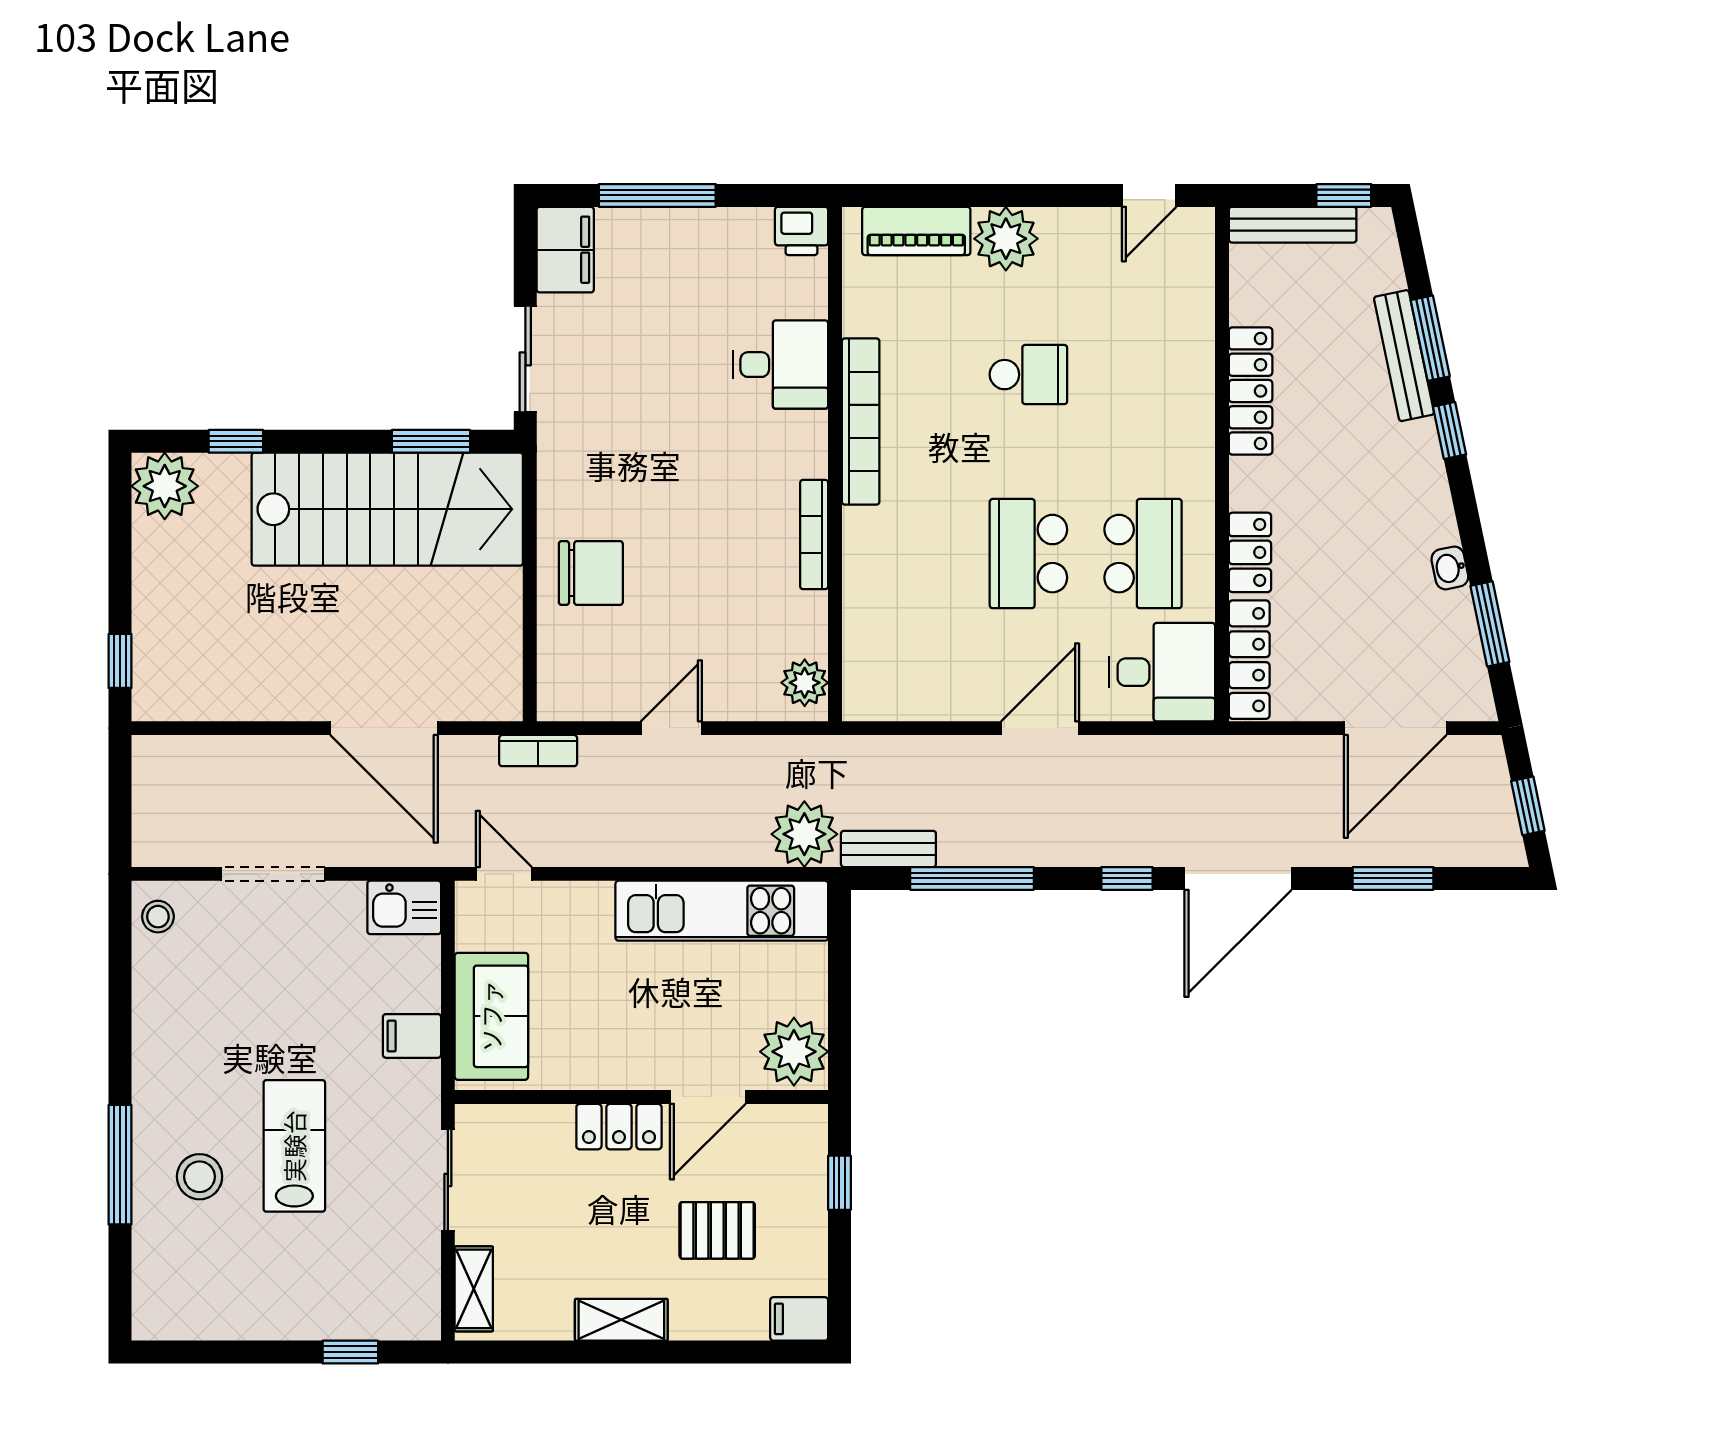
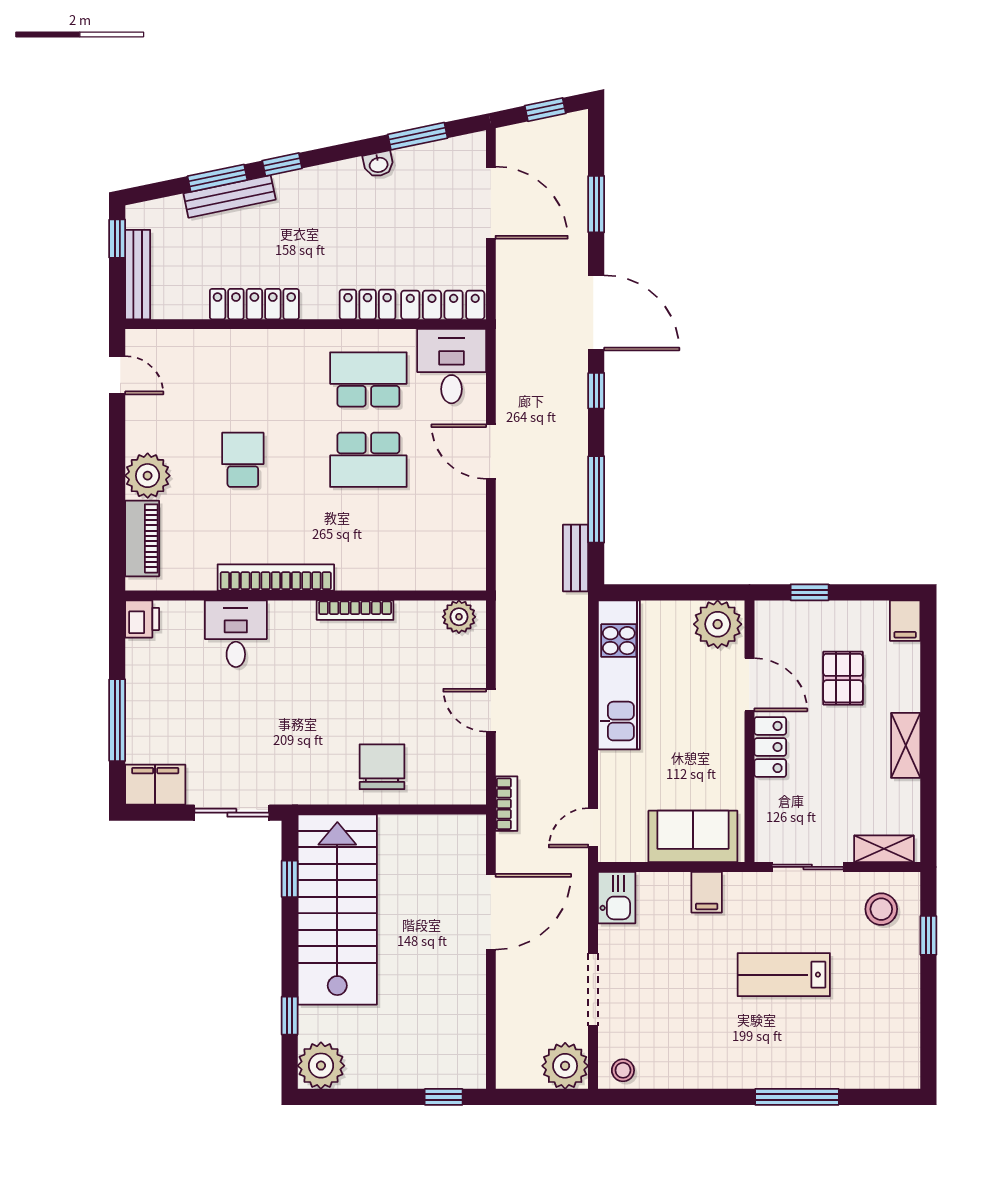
window: (431, 441) -> (290, 879), width x0.67
plant: (804, 834) -> (565, 1066), moved
stool: (200, 1177) -> (881, 909), moved

